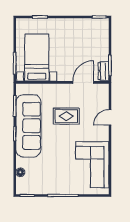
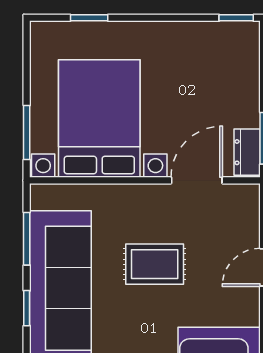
bed with nightstands: (37, 58) -> (99, 119), width x1.36

